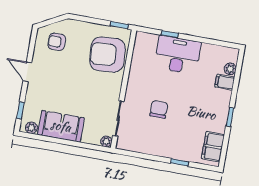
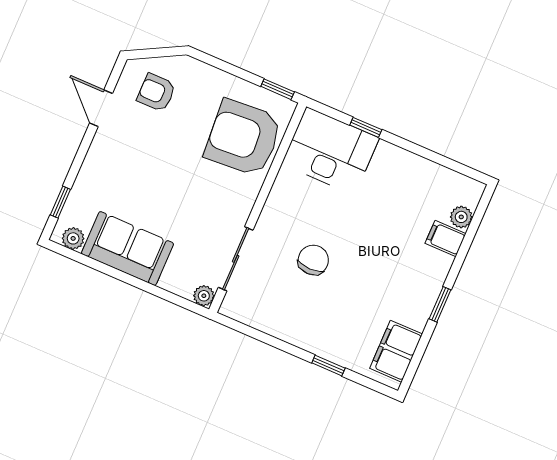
desk: (178, 55) -> (330, 151), moved
door: (27, 72) -> (101, 108), moved

